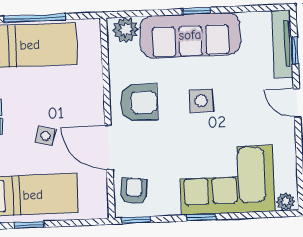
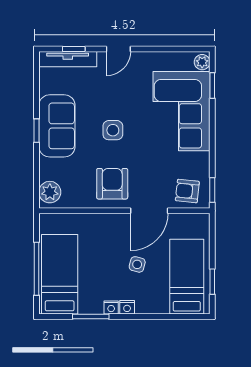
sofa: (190, 35) -> (57, 126), width x0.73
window: (201, 217) -> (212, 85), moved

